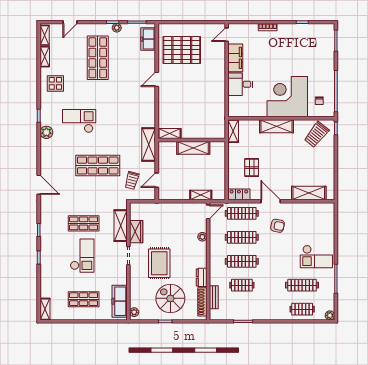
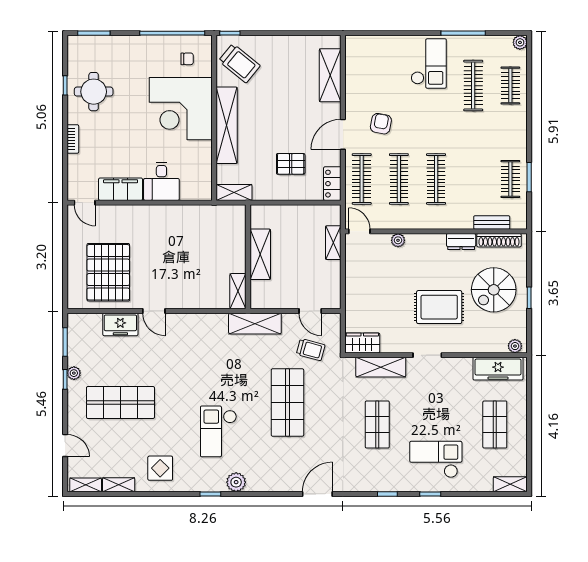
freezer: (148, 39) -> (120, 324), moved
round table: (298, 40) -> (94, 92), added
shelving: (276, 126) -> (227, 125), width x1.47
wardrobe: (136, 232) -> (362, 343), moved
checkout: (82, 256) -> (436, 459), moved
clothes rail: (242, 285) -> (510, 179), moved

